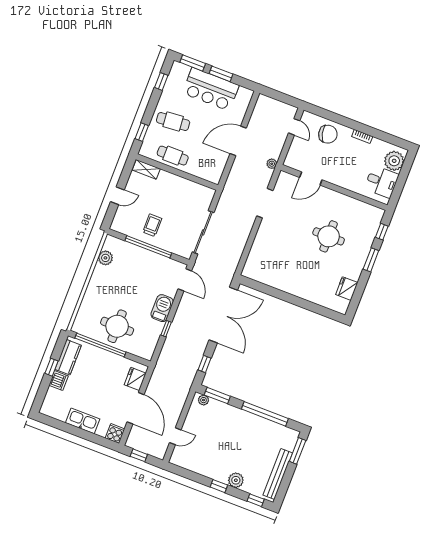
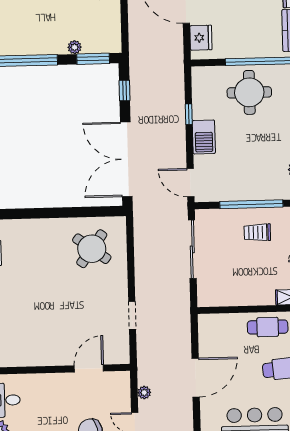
plant: (272, 164) -> (144, 393), moved
doorway: (265, 203) -> (132, 315), width x0.73
trolley: (152, 225) -> (257, 232), turned 90
round table: (329, 236) -> (92, 249), moved, turned 36
plant: (203, 400) -> (75, 47), moved

